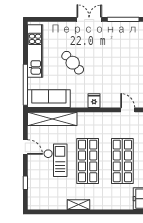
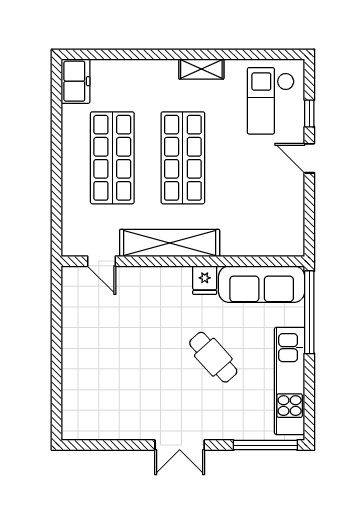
window: (123, 19) -> (265, 445), moved
fridge: (94, 101) -> (205, 280), moved
shelving: (52, 119) -> (170, 243), moved
door: (25, 147) -> (309, 158), moved
checkout: (55, 160) -> (271, 101), moved

